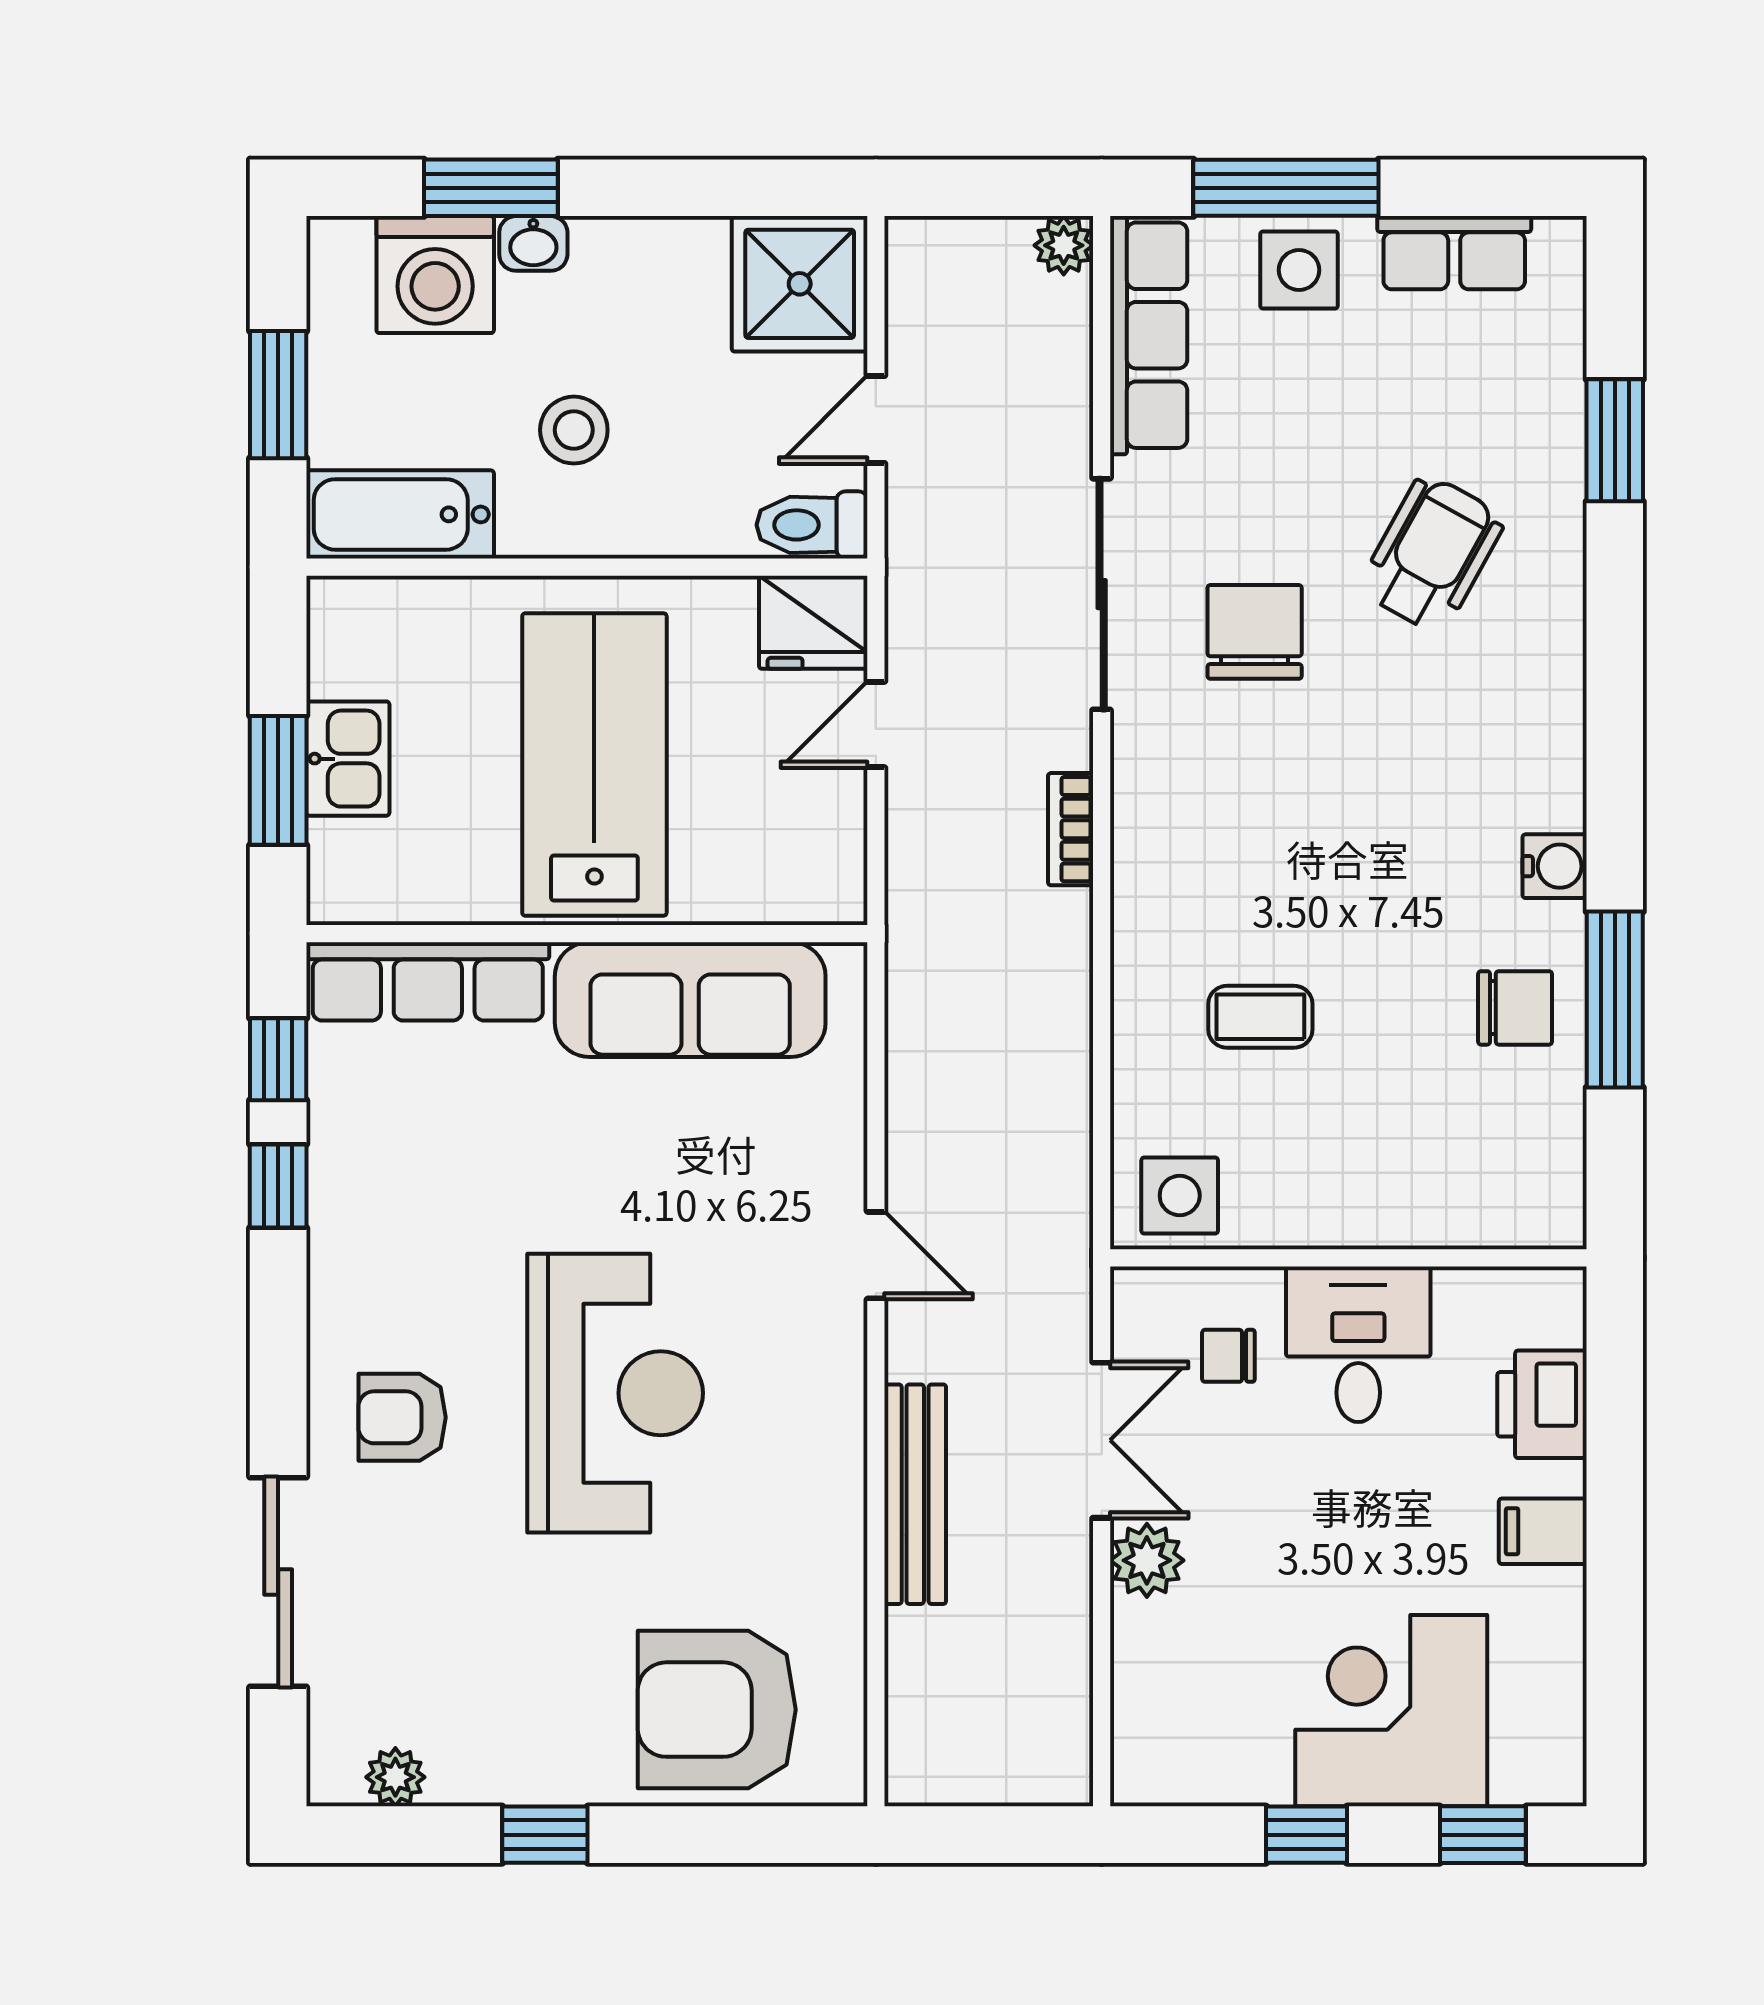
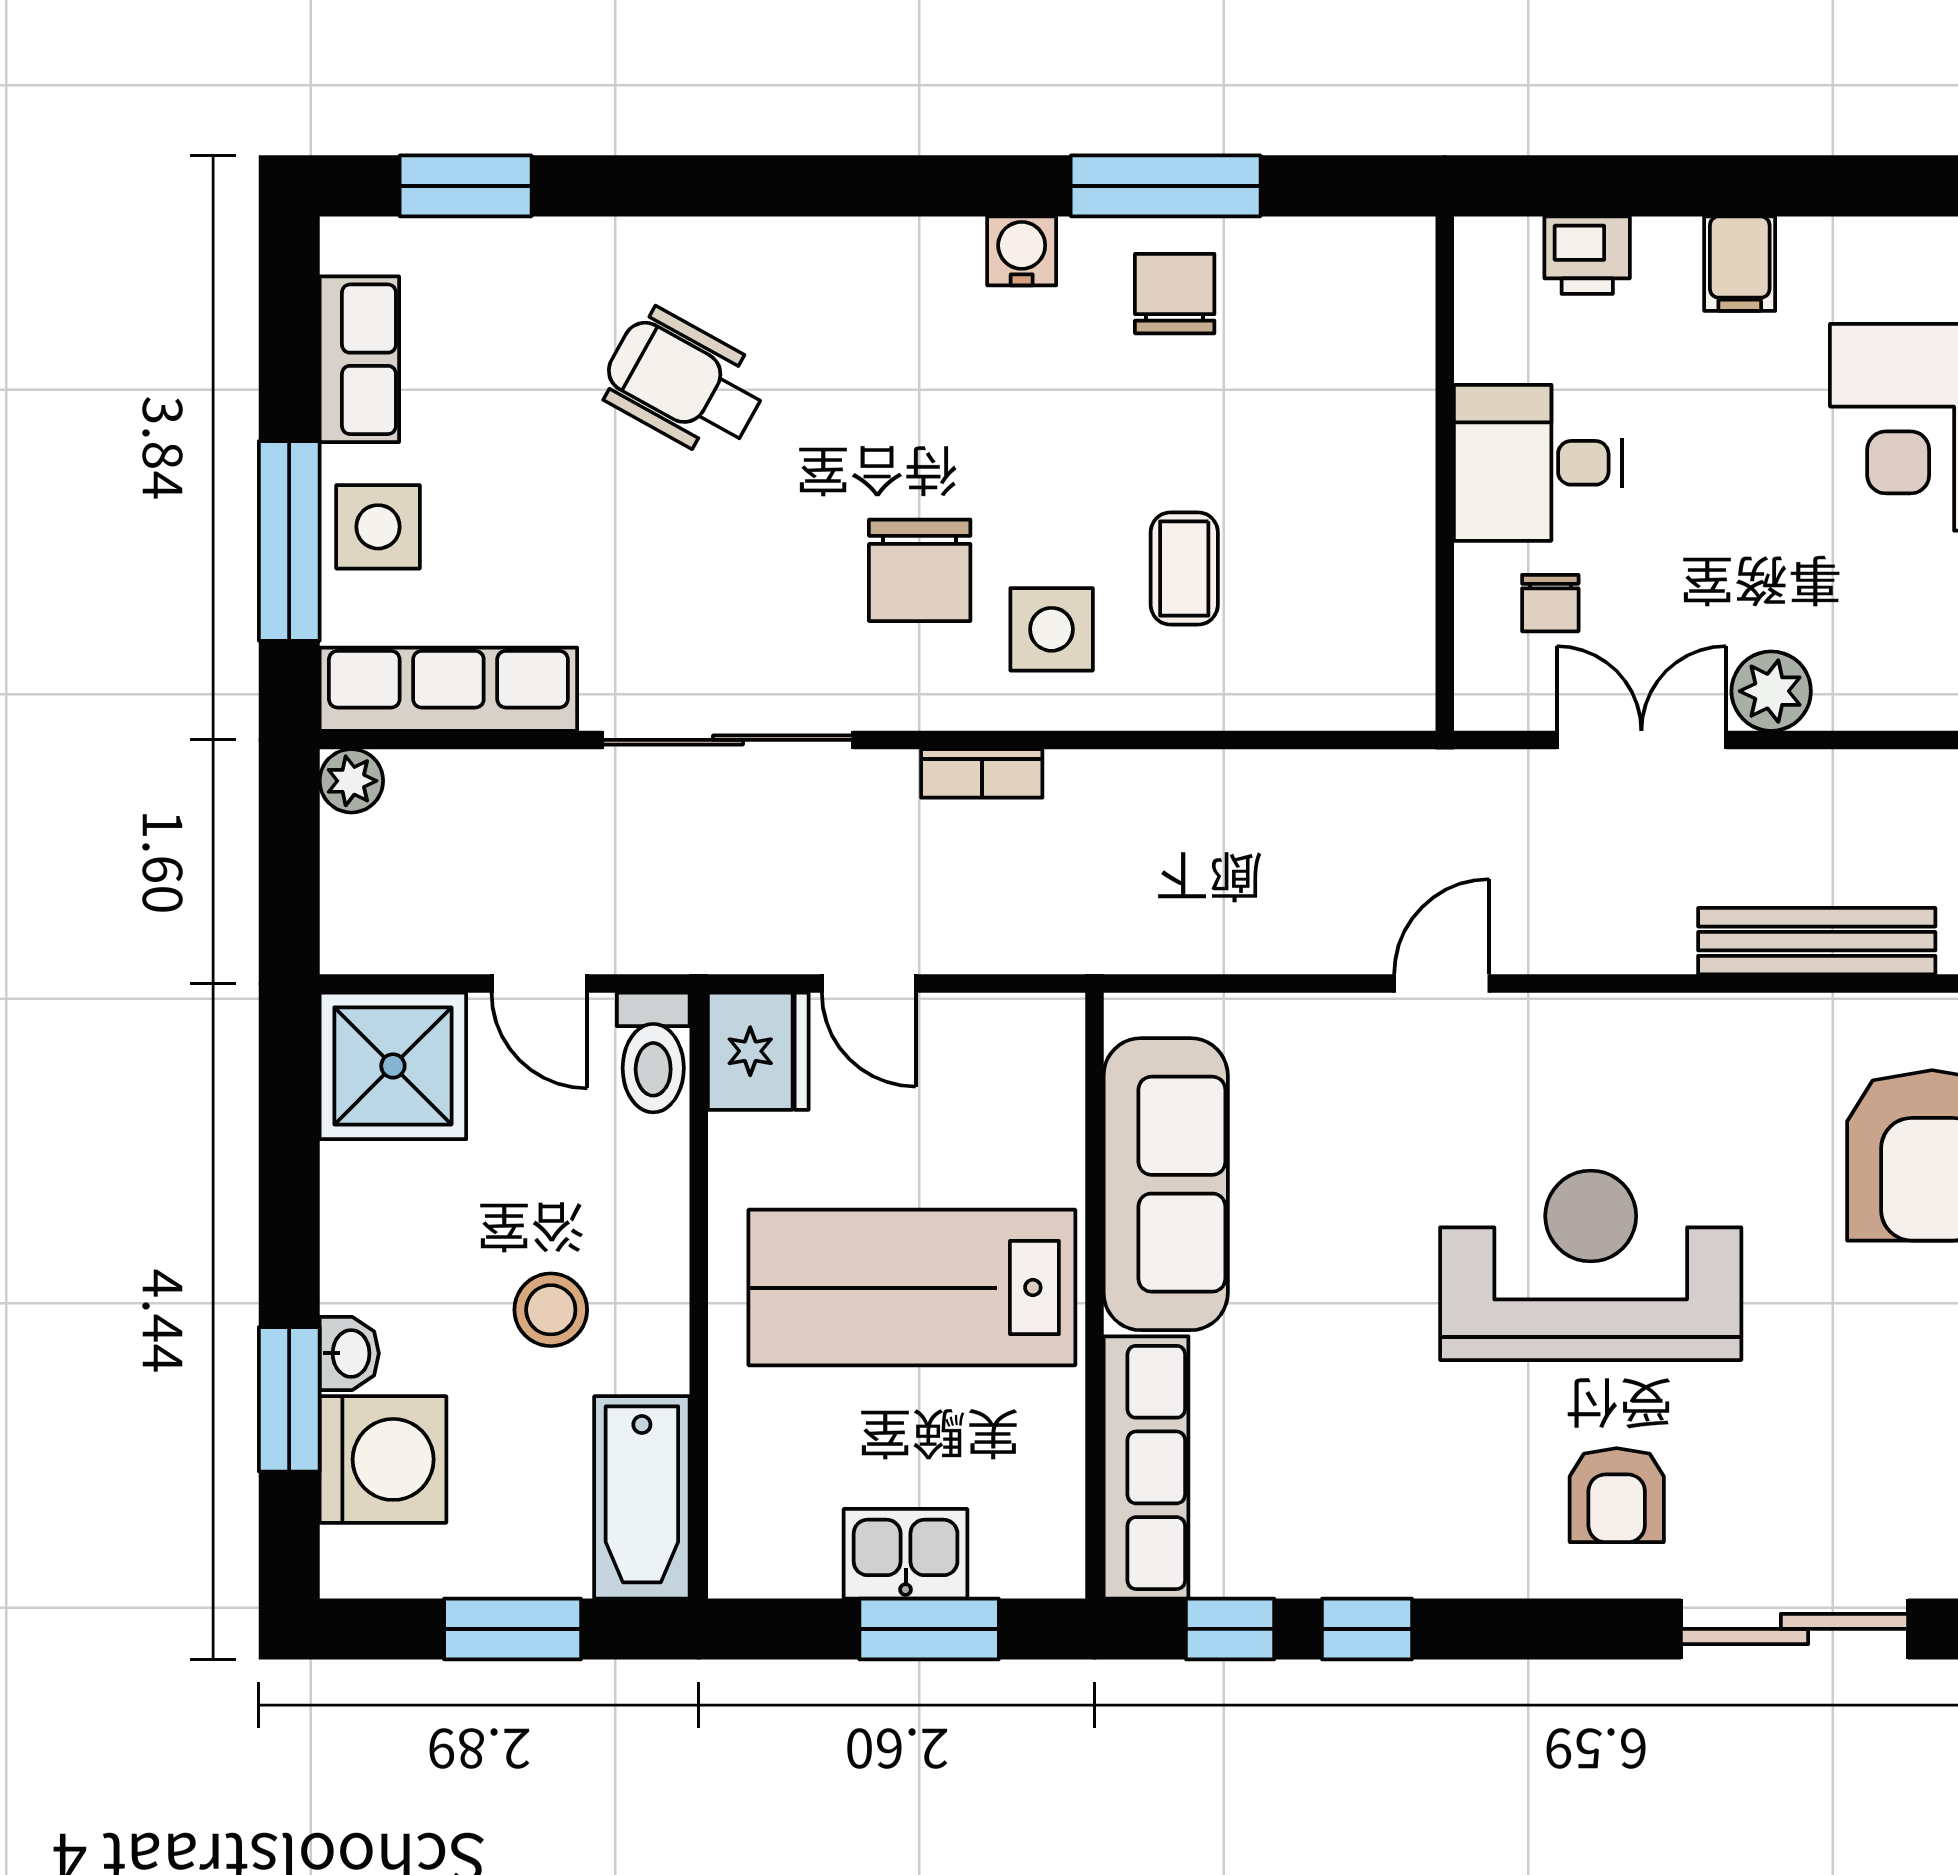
window: (1615, 440) -> (466, 186), moved
chair: (1255, 632) -> (920, 570), moved, turned -90
side table: (1180, 1196) -> (1052, 629), moved
printer: (1542, 1404) -> (1587, 255), width x0.73, depth x0.81
bench: (915, 1494) -> (1817, 941), moved

